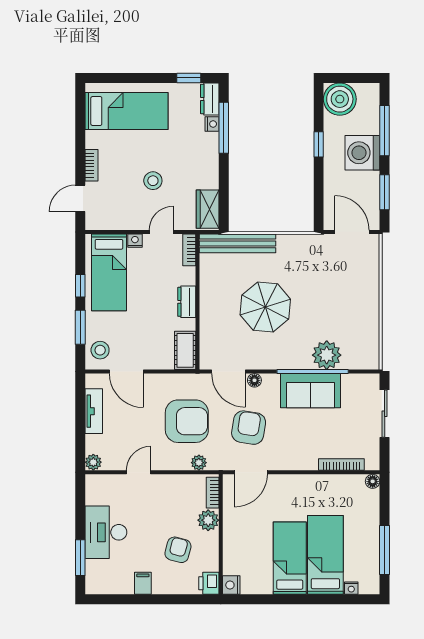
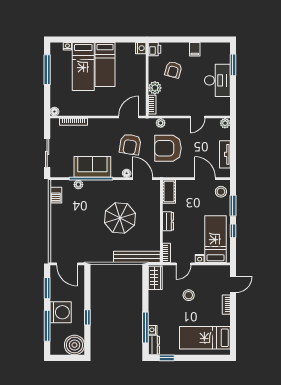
barbecue: (370, 345) -> (56, 195), added
plant: (327, 355) -> (78, 185), width x0.53, depth x0.53

